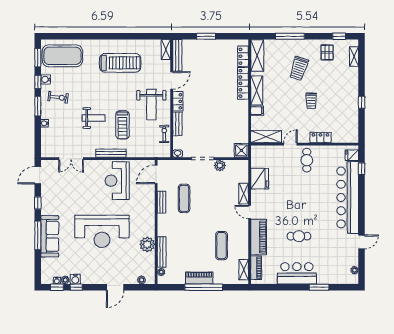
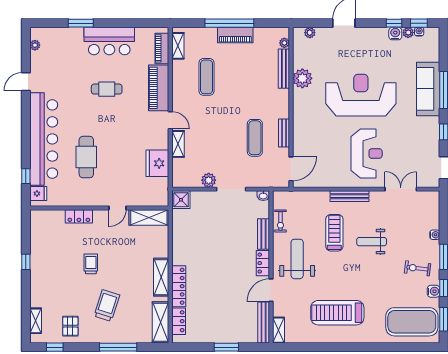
filing cabinet: (257, 111) -> (161, 251), removed
cafe table: (307, 160) -> (86, 157), moved, width x1.37, depth x1.35
reception desk: (117, 181) -> (367, 154), moved

